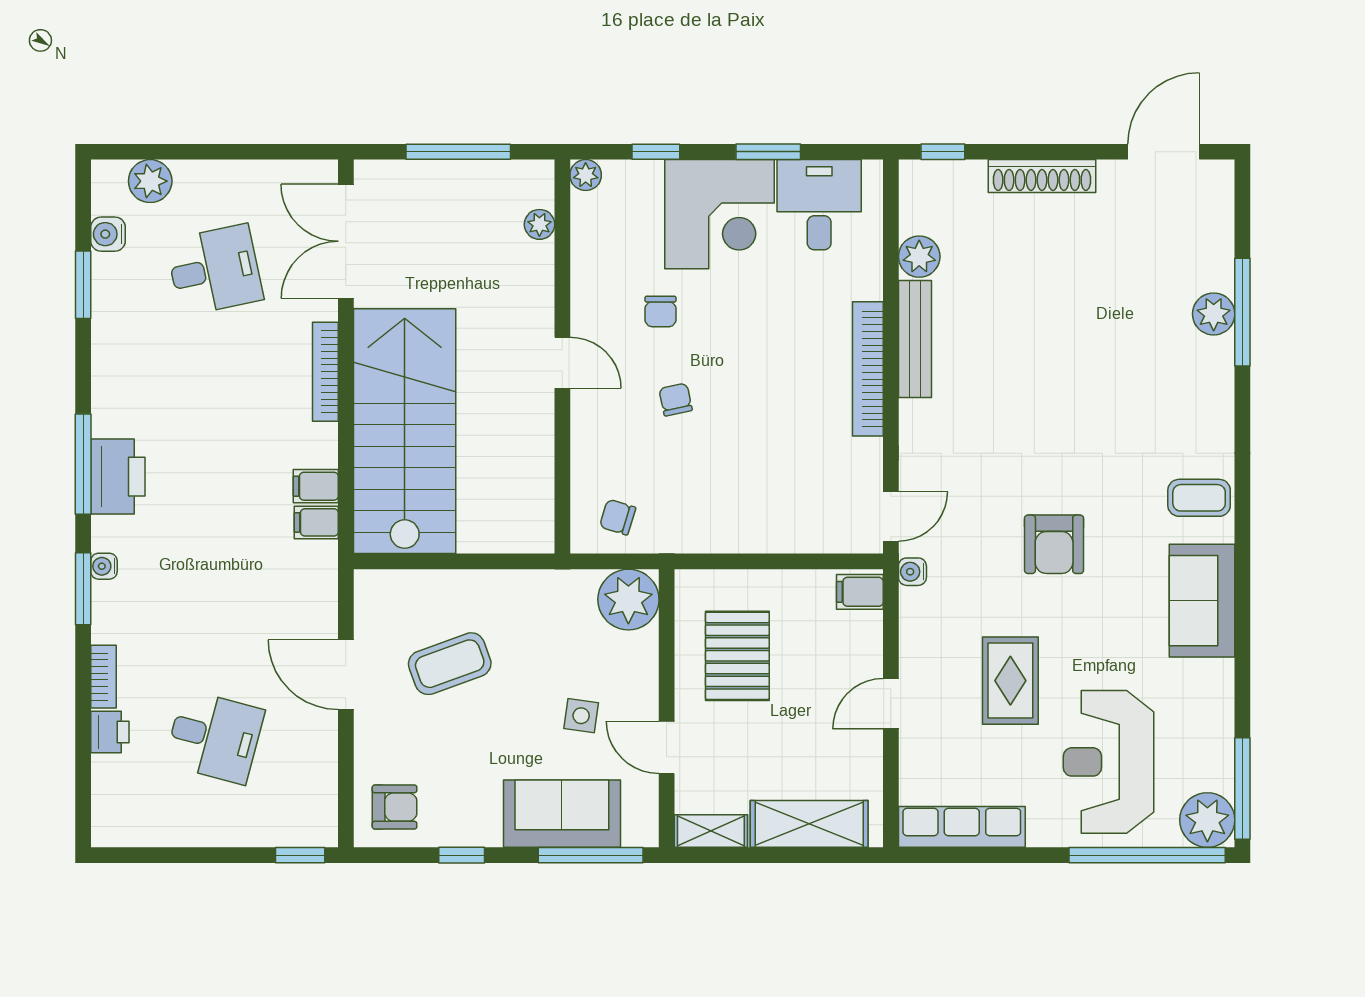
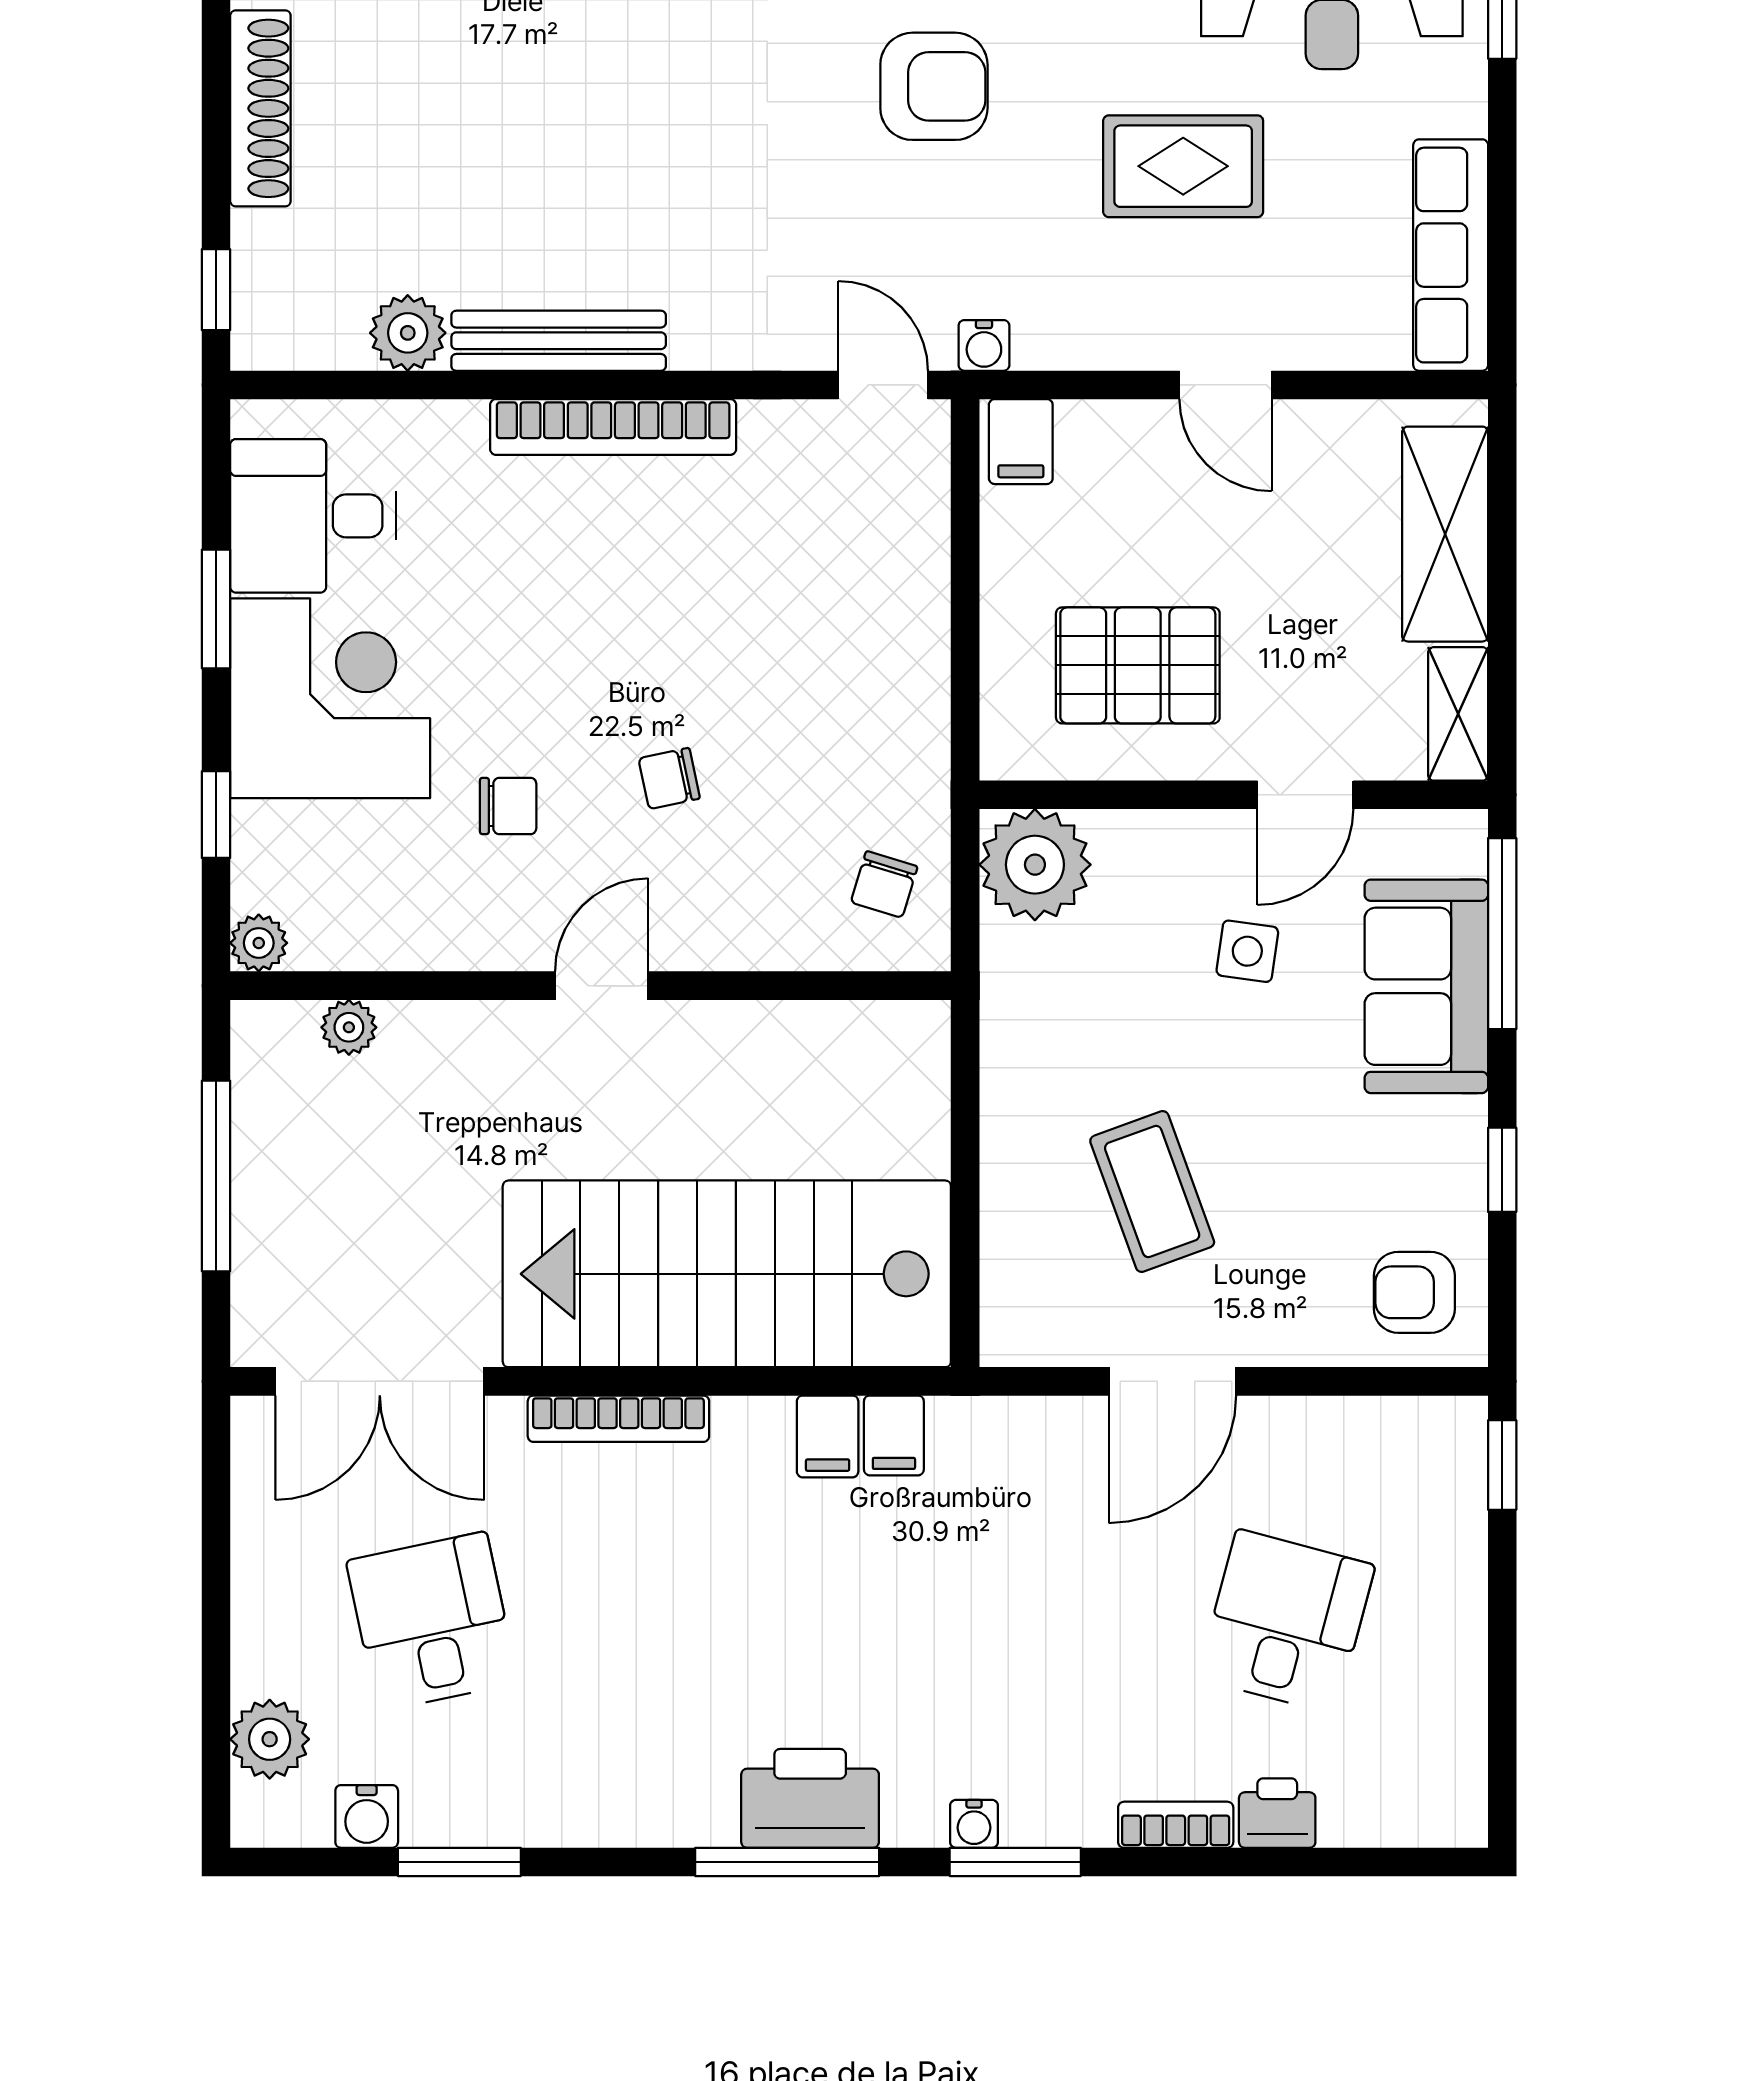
armchair: (395, 807) -> (1414, 1292), turned -90

